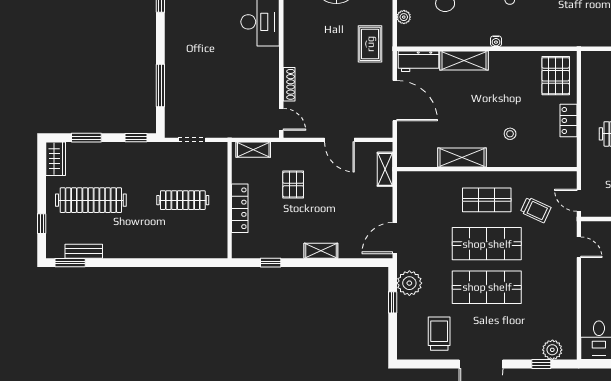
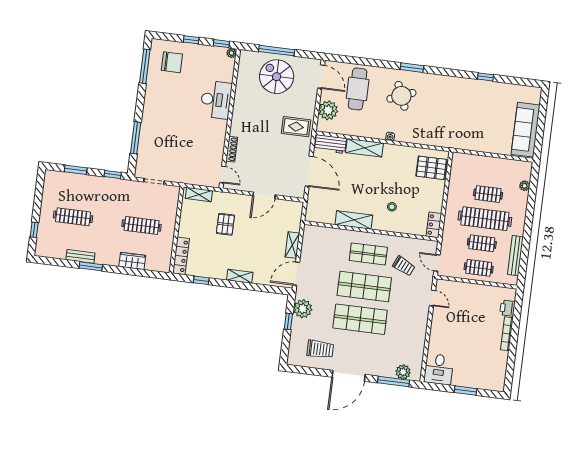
plant: (404, 17) -> (328, 110), width x1.88, depth x1.88
rug: (370, 44) -> (296, 127), turned 90
pallet: (556, 76) -> (431, 168), turned 90
locker: (568, 120) -> (434, 225), moved
door: (339, 140) -> (264, 195), hinge flipped
wardrobe: (56, 159) -> (132, 261), moved, turned -90
shelving: (385, 169) -> (292, 245), moved
clothes rail: (91, 200) -> (73, 217), width x0.73, depth x0.76
locker: (240, 208) -> (181, 256), moved
bench: (84, 251) -> (80, 256), moved
window: (70, 263) -> (91, 266), moved
trolley: (439, 334) -> (320, 349), turned 90
window: (541, 364) -> (393, 381), width x2.17

